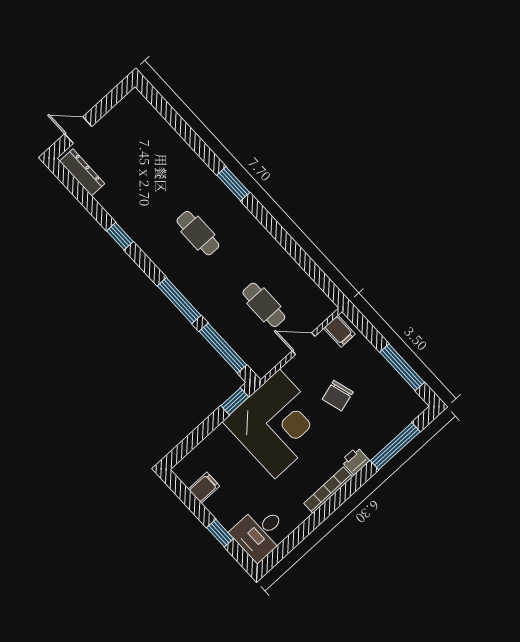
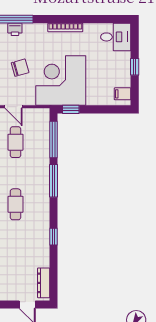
printer: (355, 461) -> (15, 29), moved
filing cabinet: (204, 488) -> (123, 94), moved
window: (220, 533) -> (135, 67), moved

